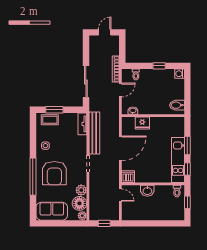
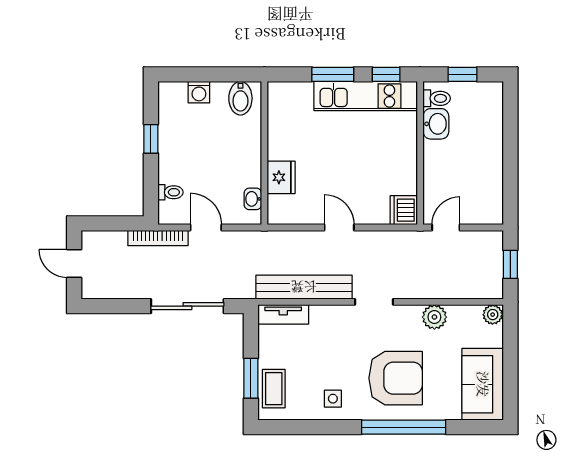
washing machine: (180, 74) -> (199, 92), moved
door: (120, 148) -> (339, 228), width x0.53
washbasin: (147, 191) -> (436, 124), moved
floor lamp: (79, 203) -> (465, 321), removed

